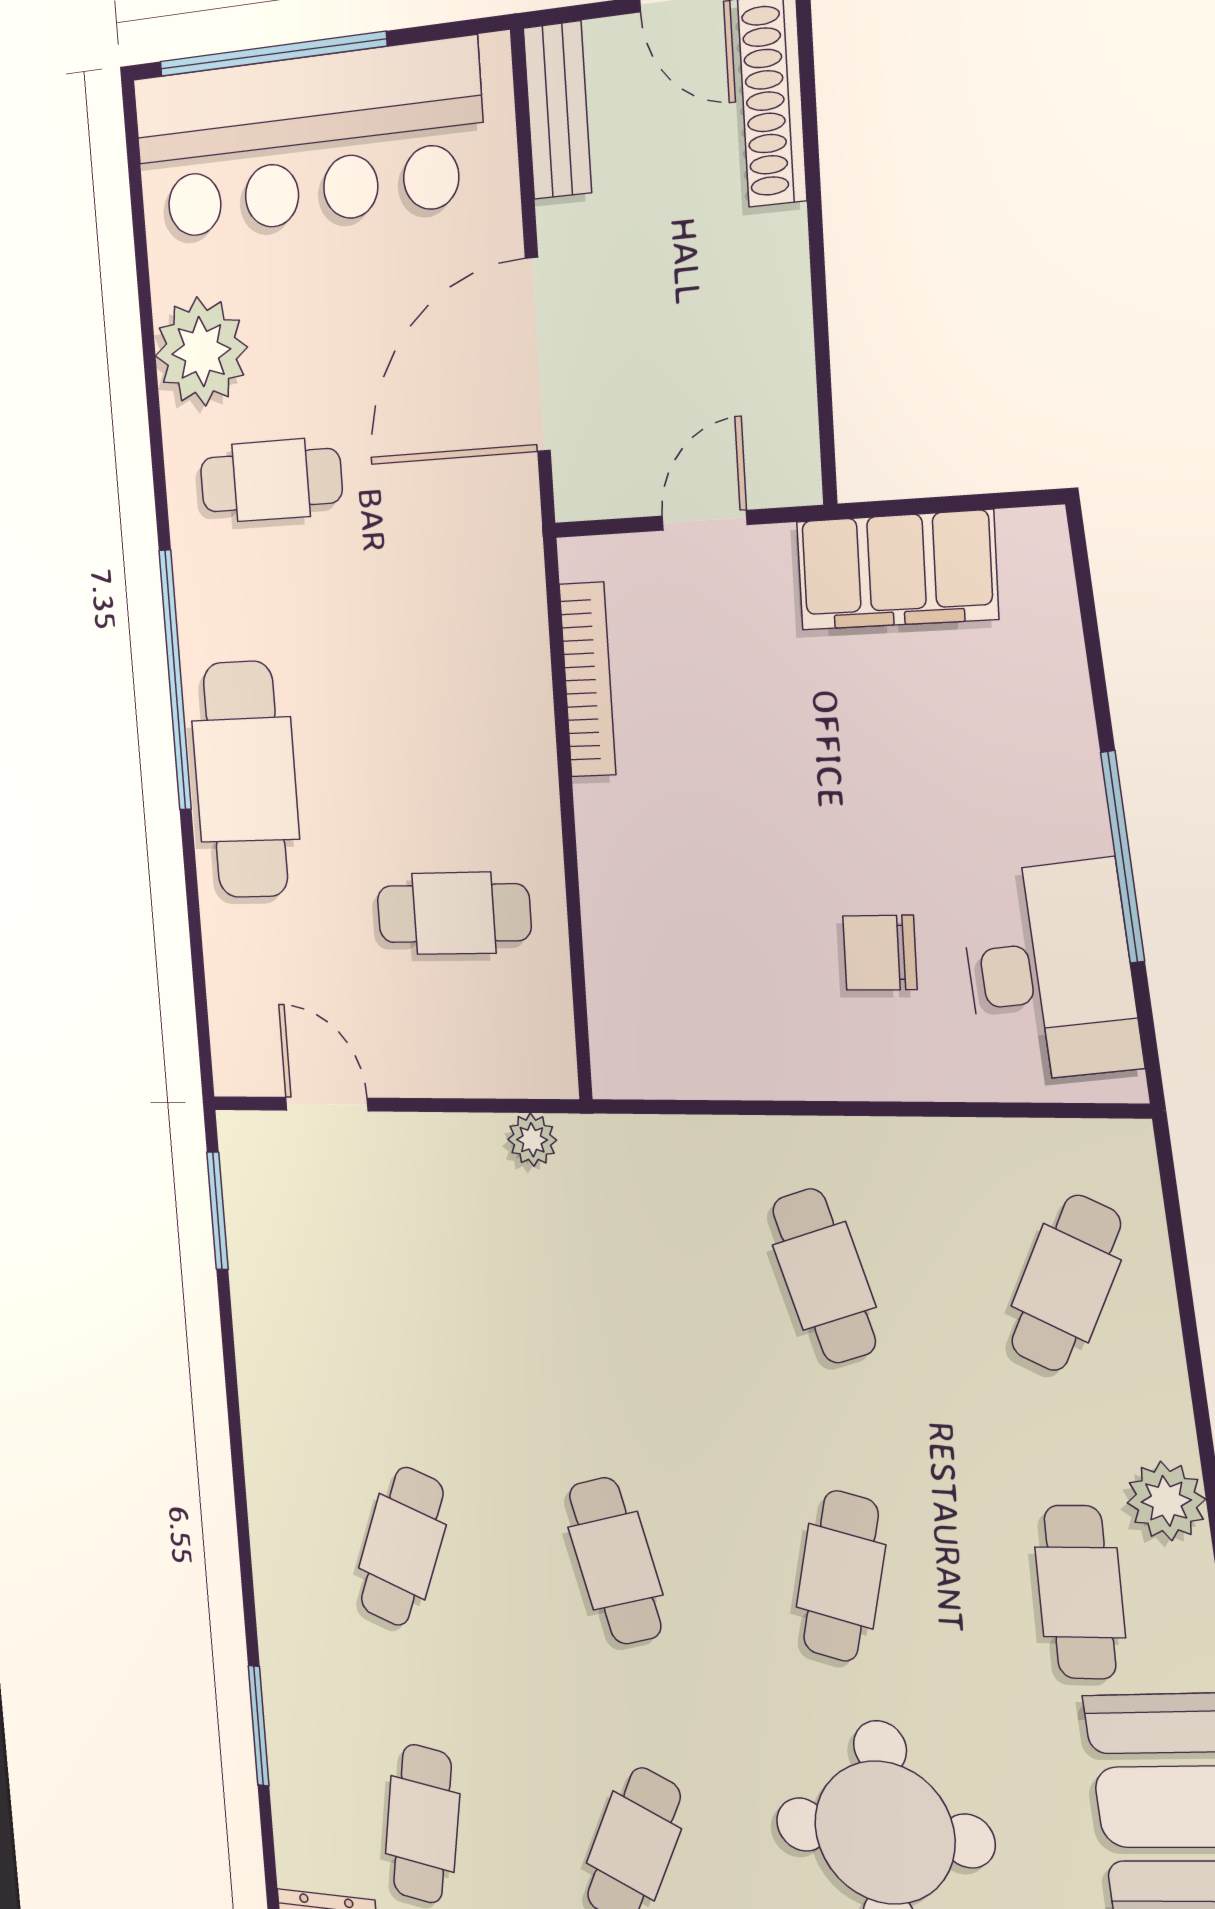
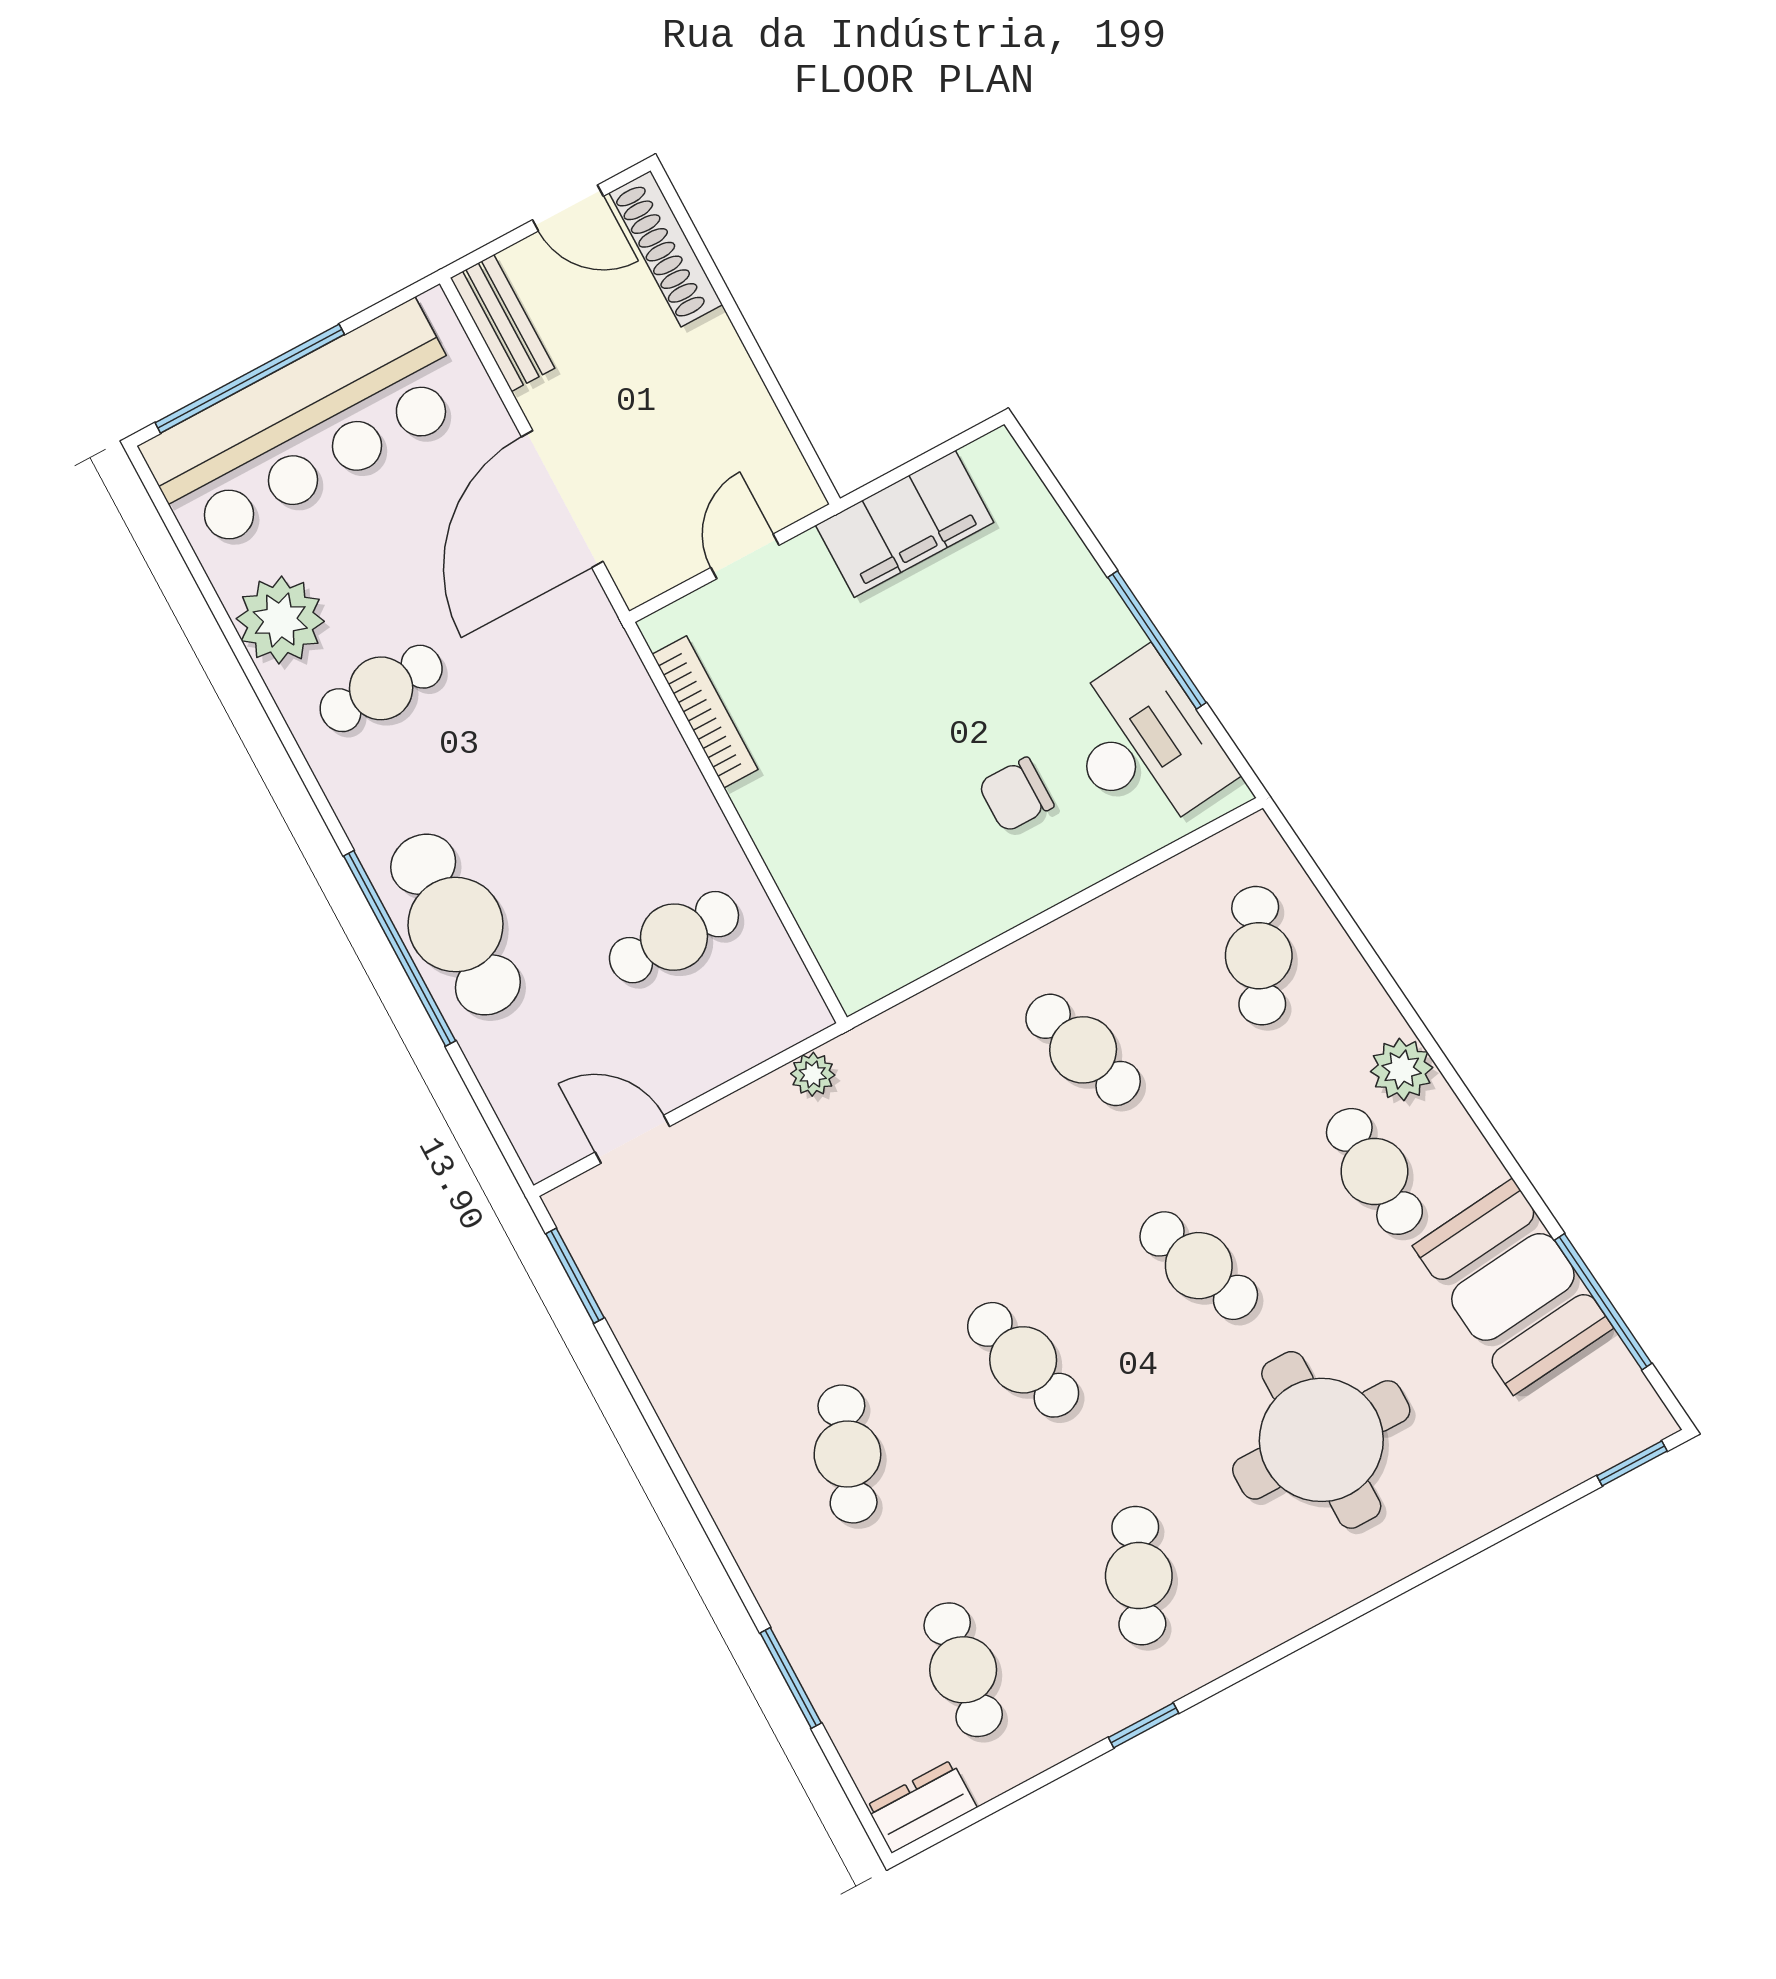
window: (175, 680) -> (400, 948), moved
cafe table: (841, 1576) -> (1199, 1266), turned -33

